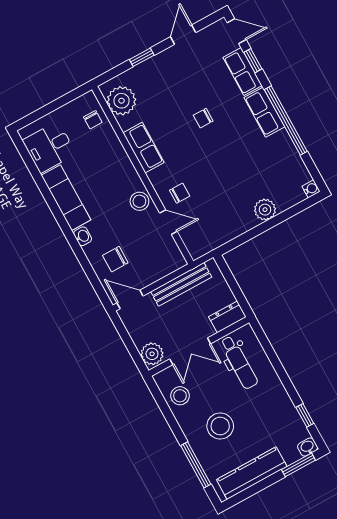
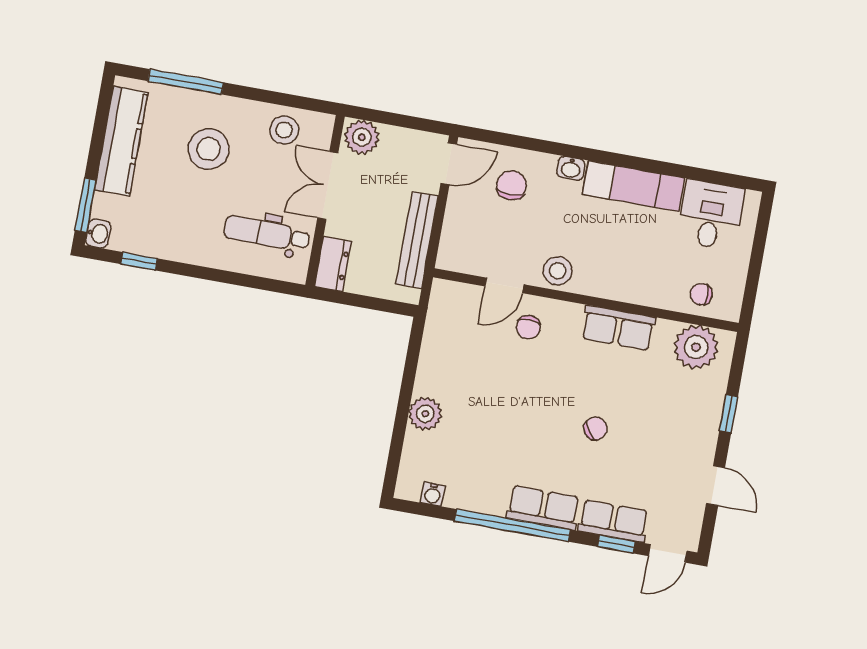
chair: (203, 118) -> (596, 429), turned 52
water cooler: (311, 189) -> (433, 494), moved

